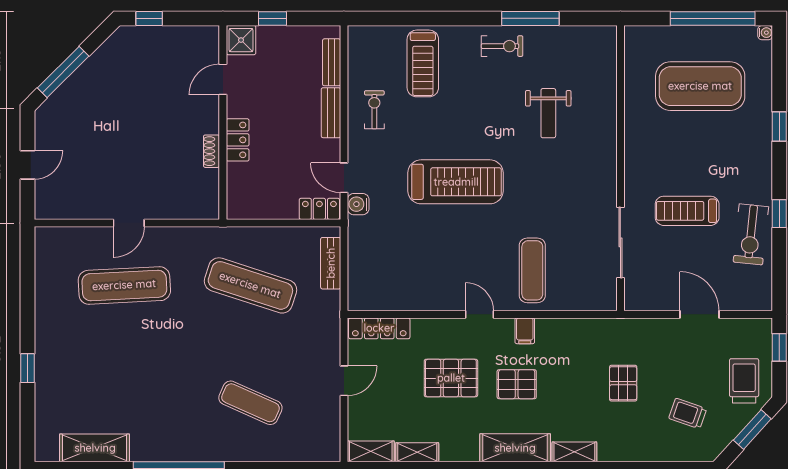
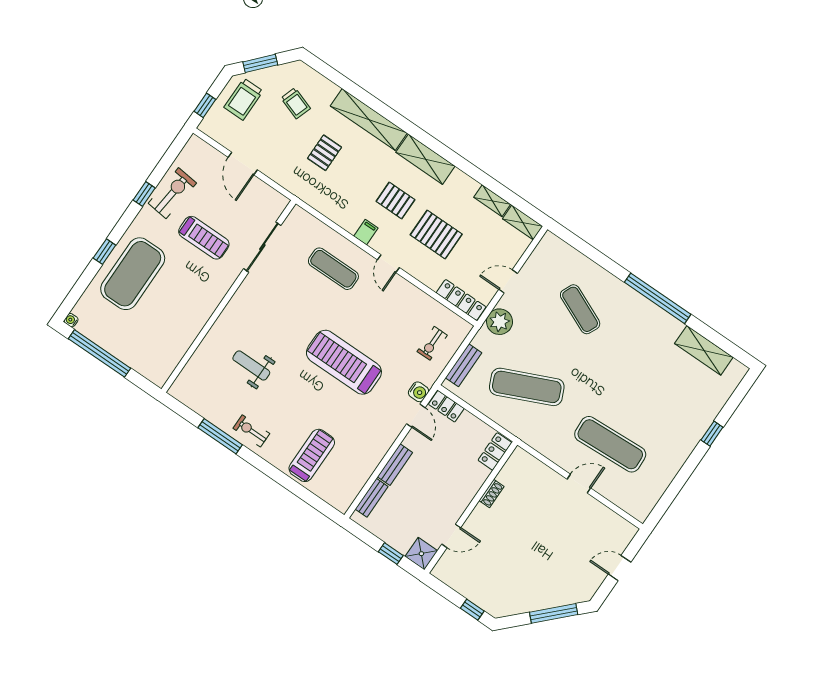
exercise mat: (700, 86) -> (133, 274), moved, turned 90
exercise bike: (374, 110) -> (432, 343), moved
weight bench: (548, 113) -> (251, 365), turned -90
locker: (238, 140) -> (495, 451), moved
exercise mat: (532, 270) -> (333, 269), turned 90
exercise mat: (250, 285) -> (527, 387), turned -42
plant: (324, 333) -> (499, 322), added
shelving: (574, 452) -> (369, 120), width x2.20, depth x1.33

